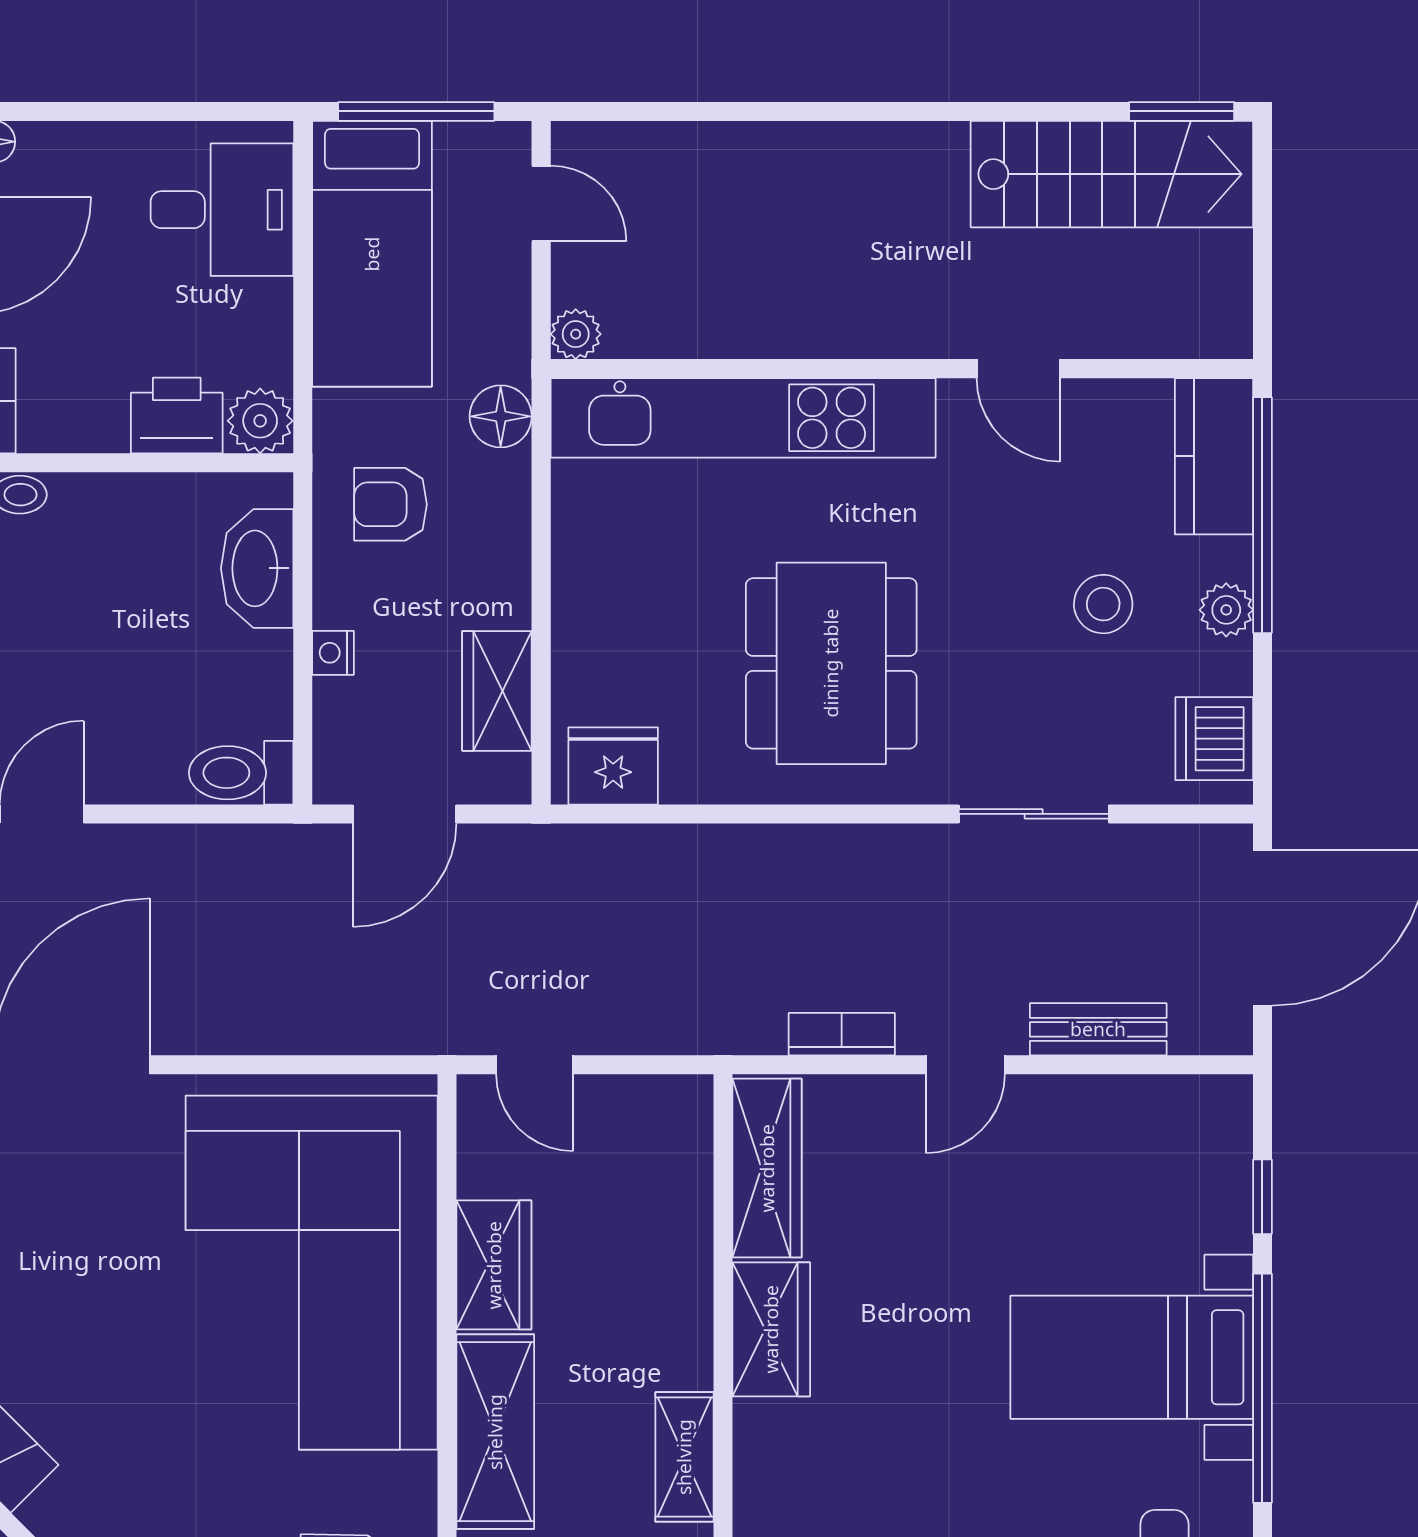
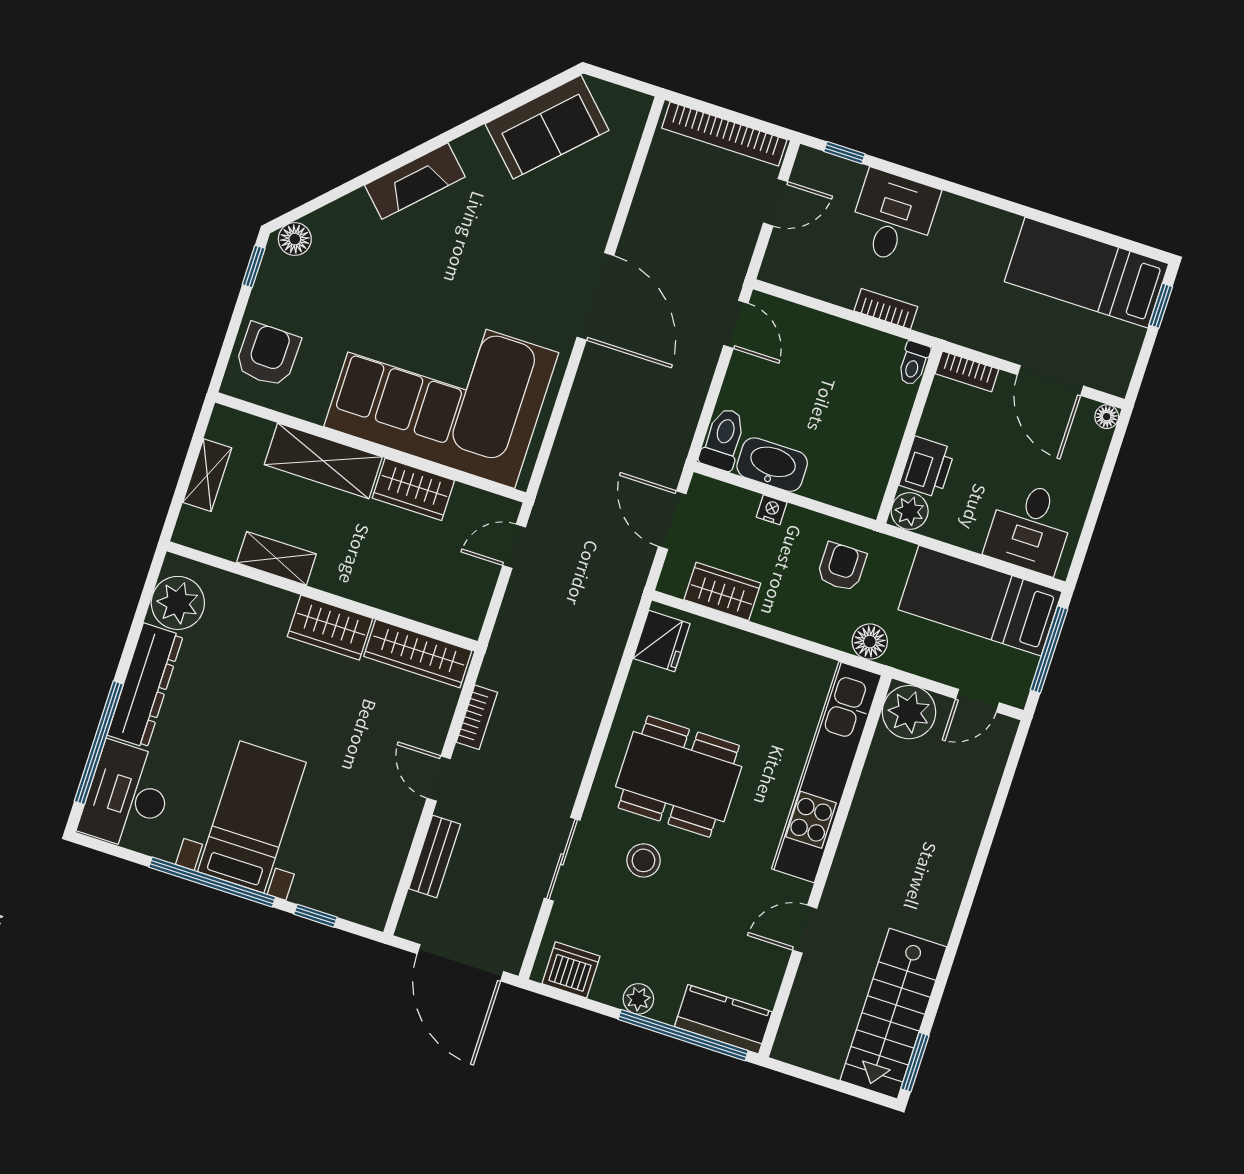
plant: (576, 334) -> (909, 712), width x1.87, depth x1.87
washbasin: (257, 568) -> (772, 465), moved
stool: (1103, 604) -> (643, 860), moved

